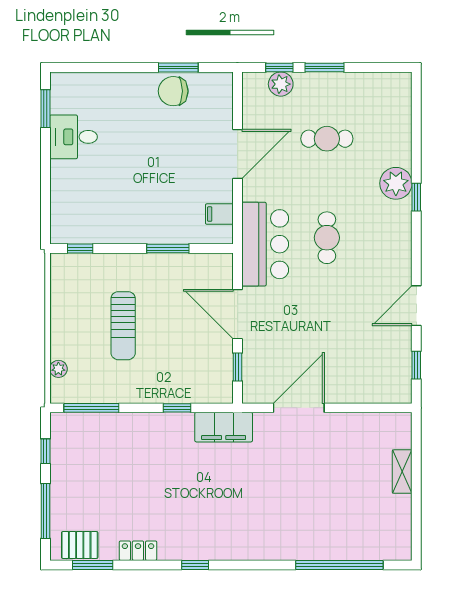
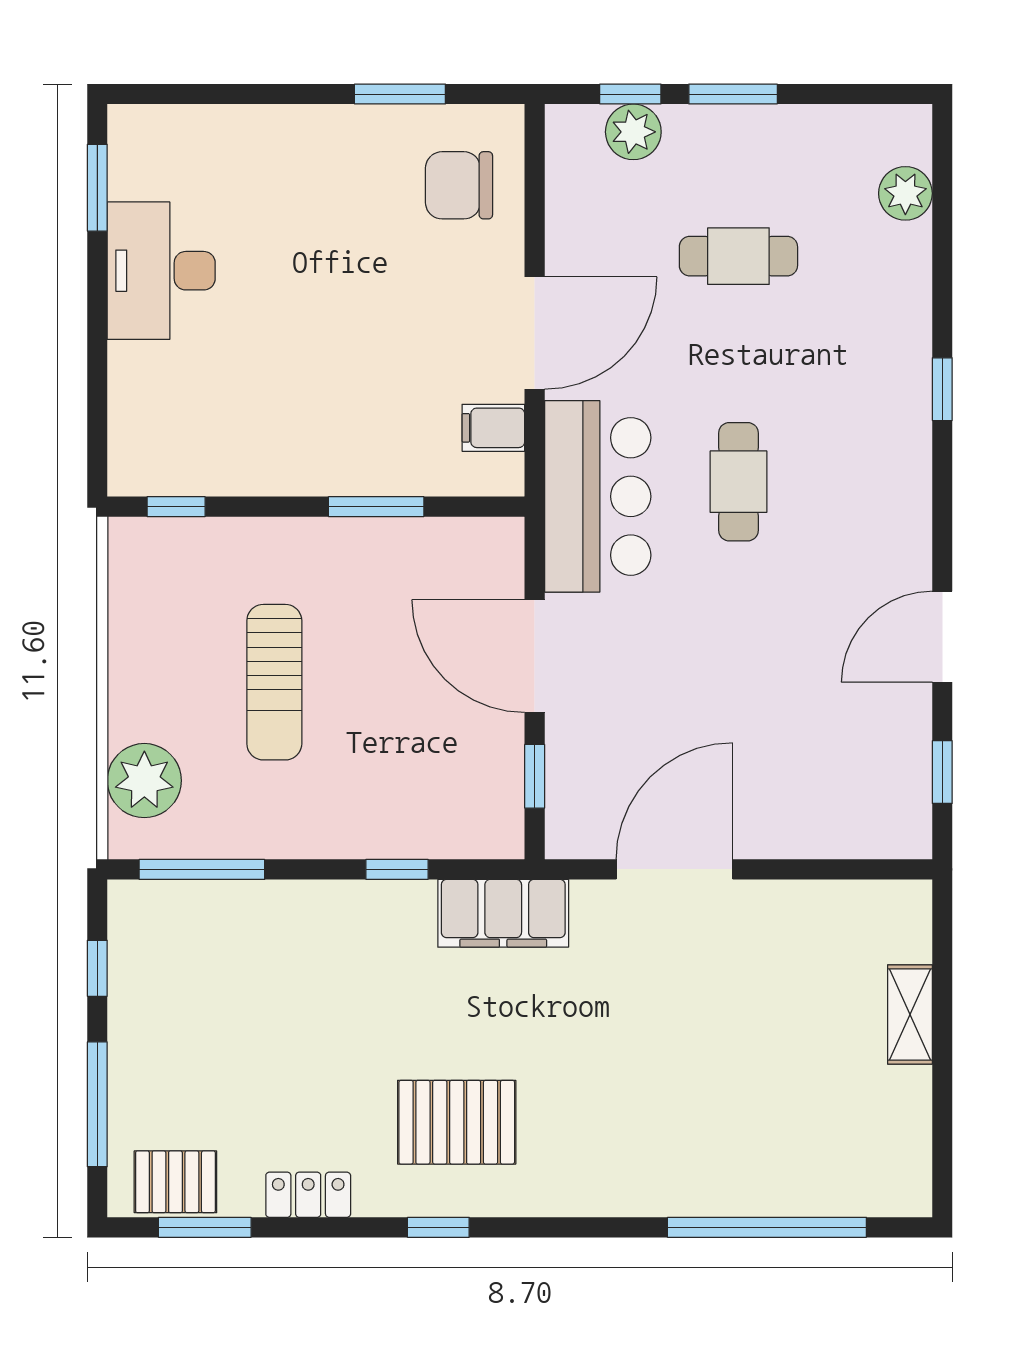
chair: (173, 91) -> (459, 185), moved
desk: (73, 137) -> (161, 271), width x1.37
door: (237, 154) -> (535, 333), moved
plant: (396, 183) -> (905, 193), moved, width x0.73, depth x0.73
plant: (58, 369) -> (144, 781), width x1.88, depth x1.88
pallet: (203, 519) -> (457, 1122), added

